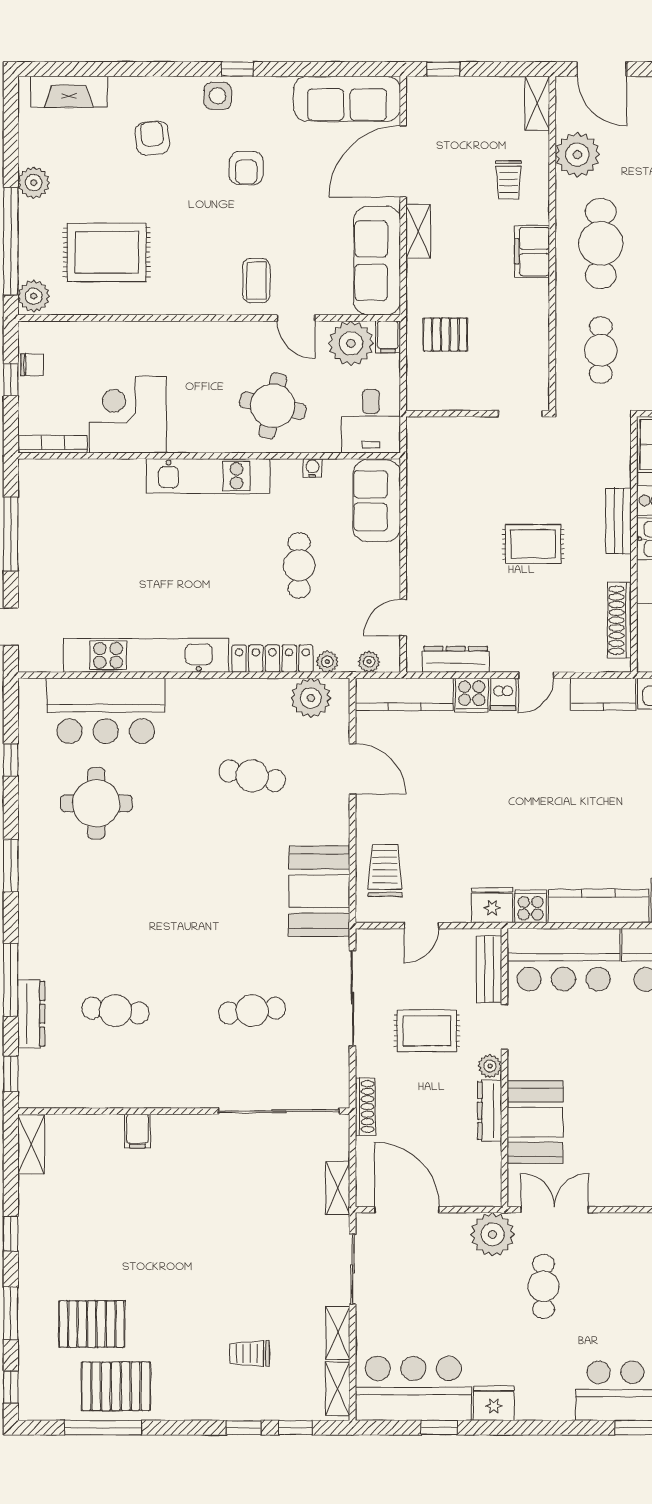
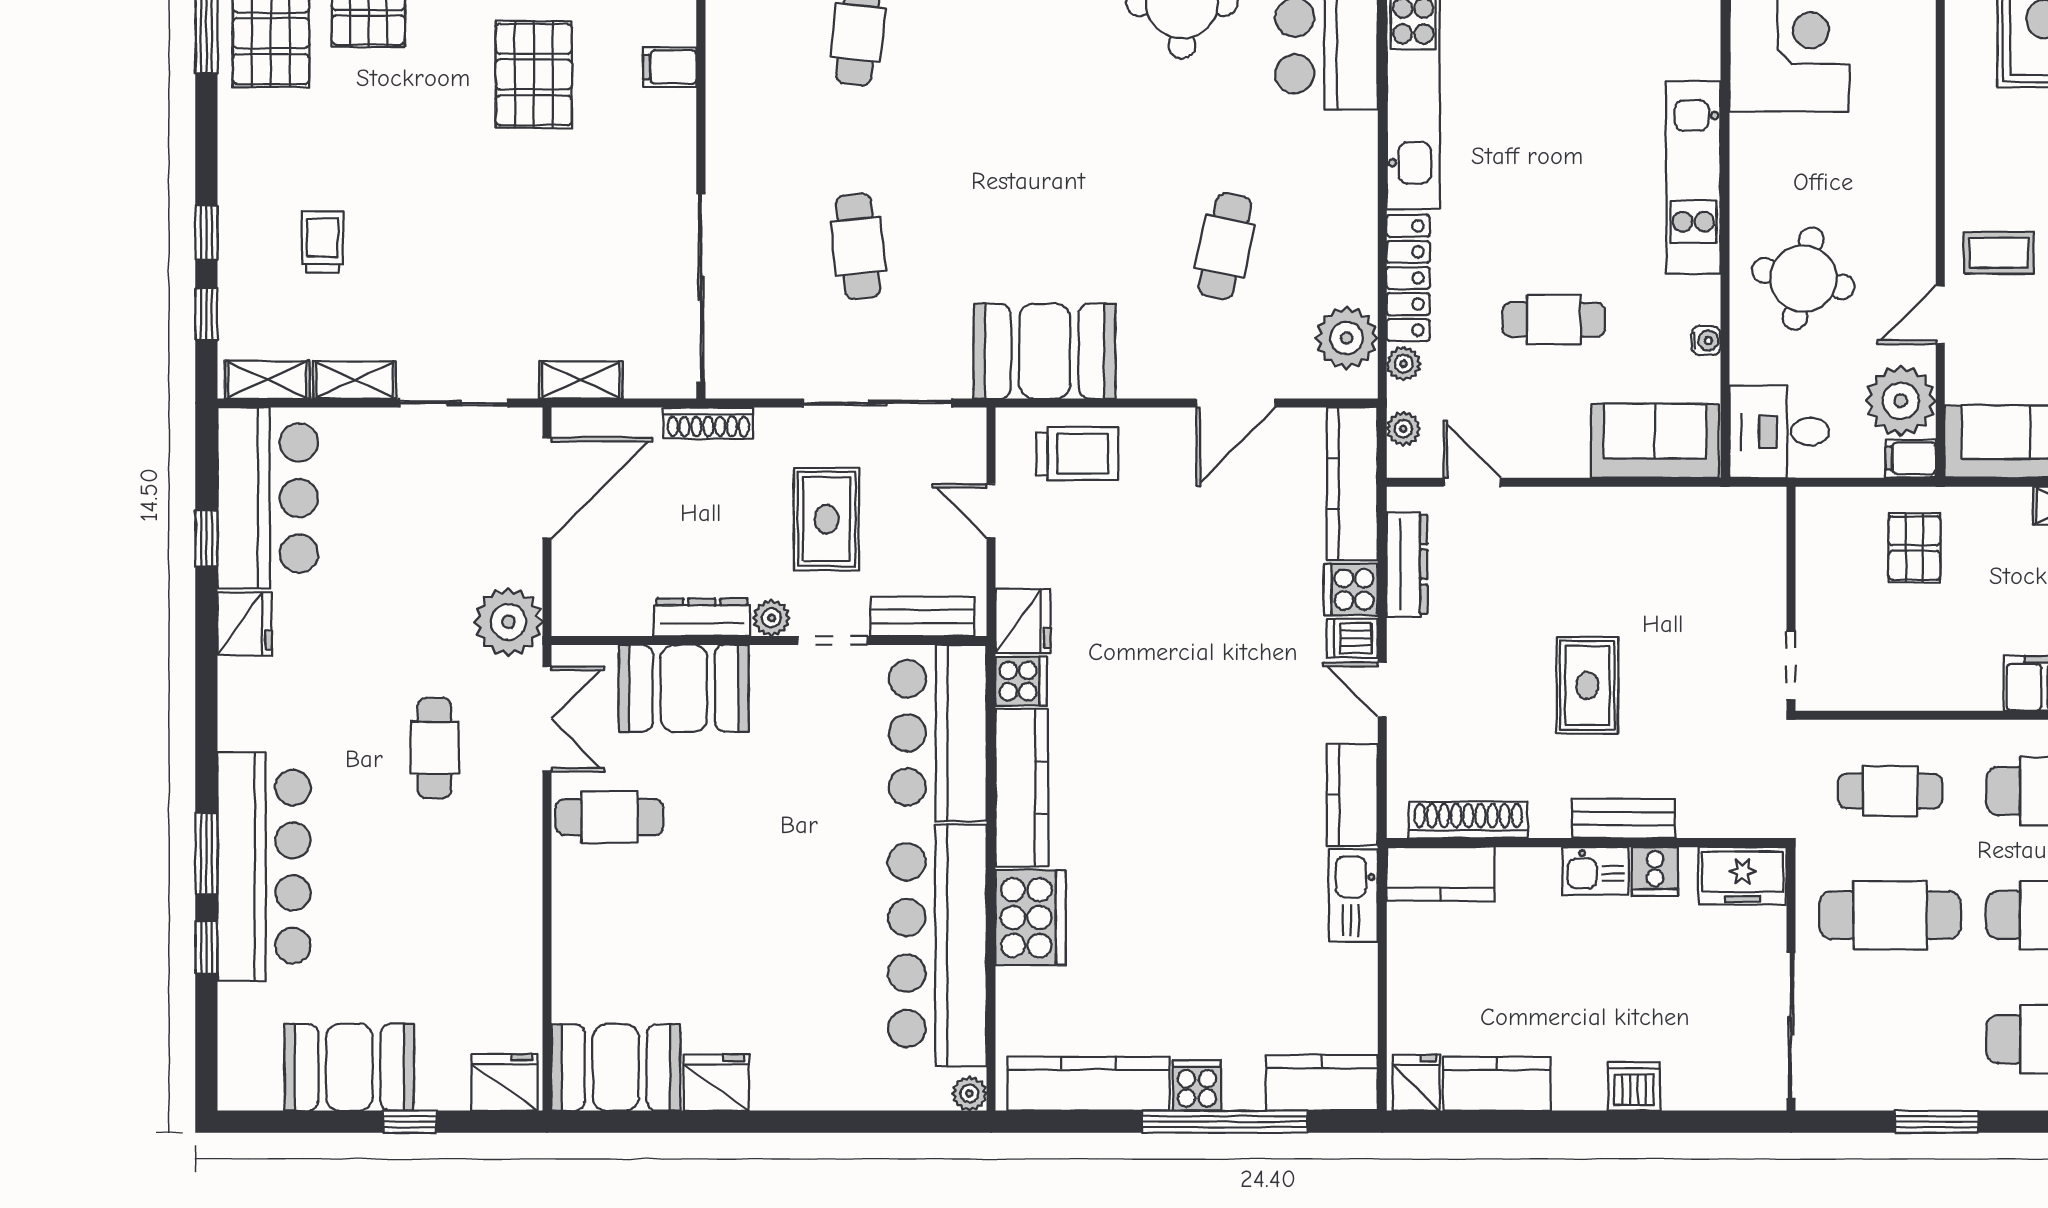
cafe table: (618, 1170) -> (610, 817), added
pallet: (142, 1218) -> (534, 75), added
cafe table: (544, 1286) -> (434, 748), moved, turned 90

